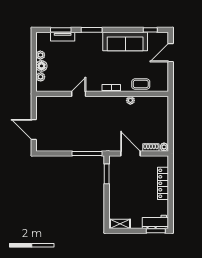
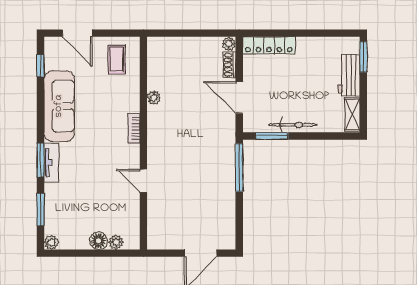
tv unit: (63, 37) -> (51, 162), moved
plant: (40, 55) -> (51, 242), moved
coffee table: (141, 84) -> (117, 59), moved
door: (131, 153) -> (239, 97), hinge flipped
locker: (163, 183) -> (269, 45), moved
bicycle: (114, 187) -> (293, 125), added
workbench: (155, 222) -> (349, 75), moved

